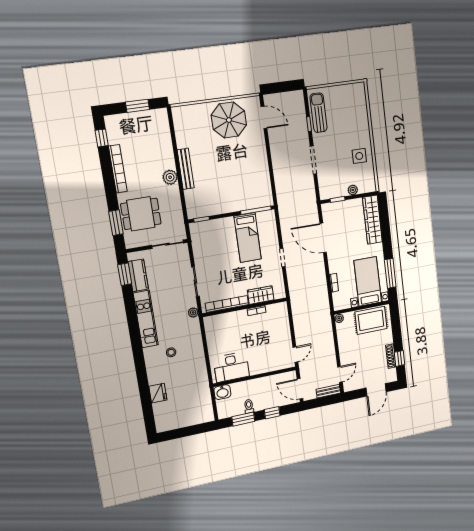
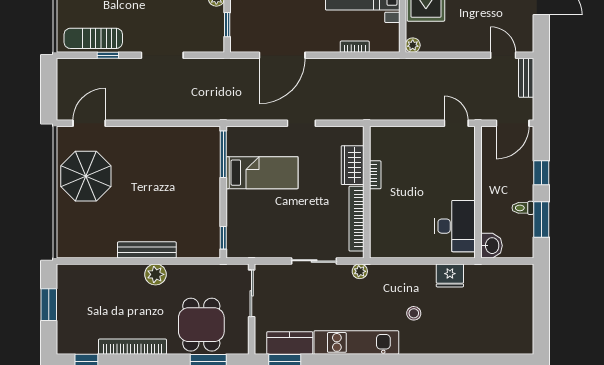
fridge: (158, 393) -> (450, 275), moved, turned 180

